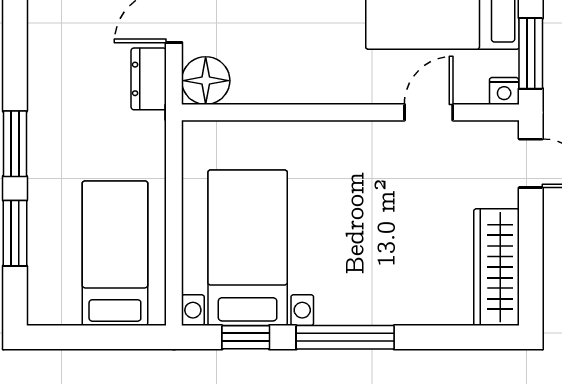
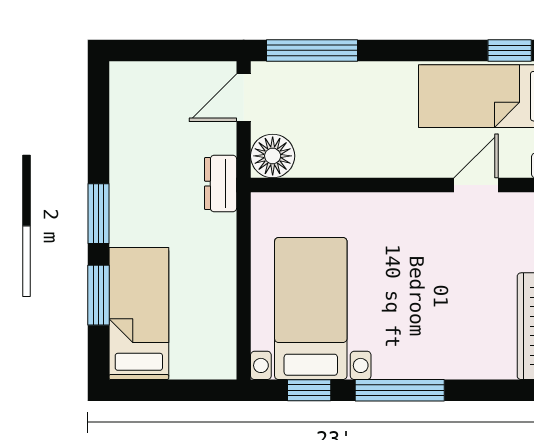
dresser: (149, 79) -> (221, 184), moved
bed: (115, 253) -> (139, 314), moved

